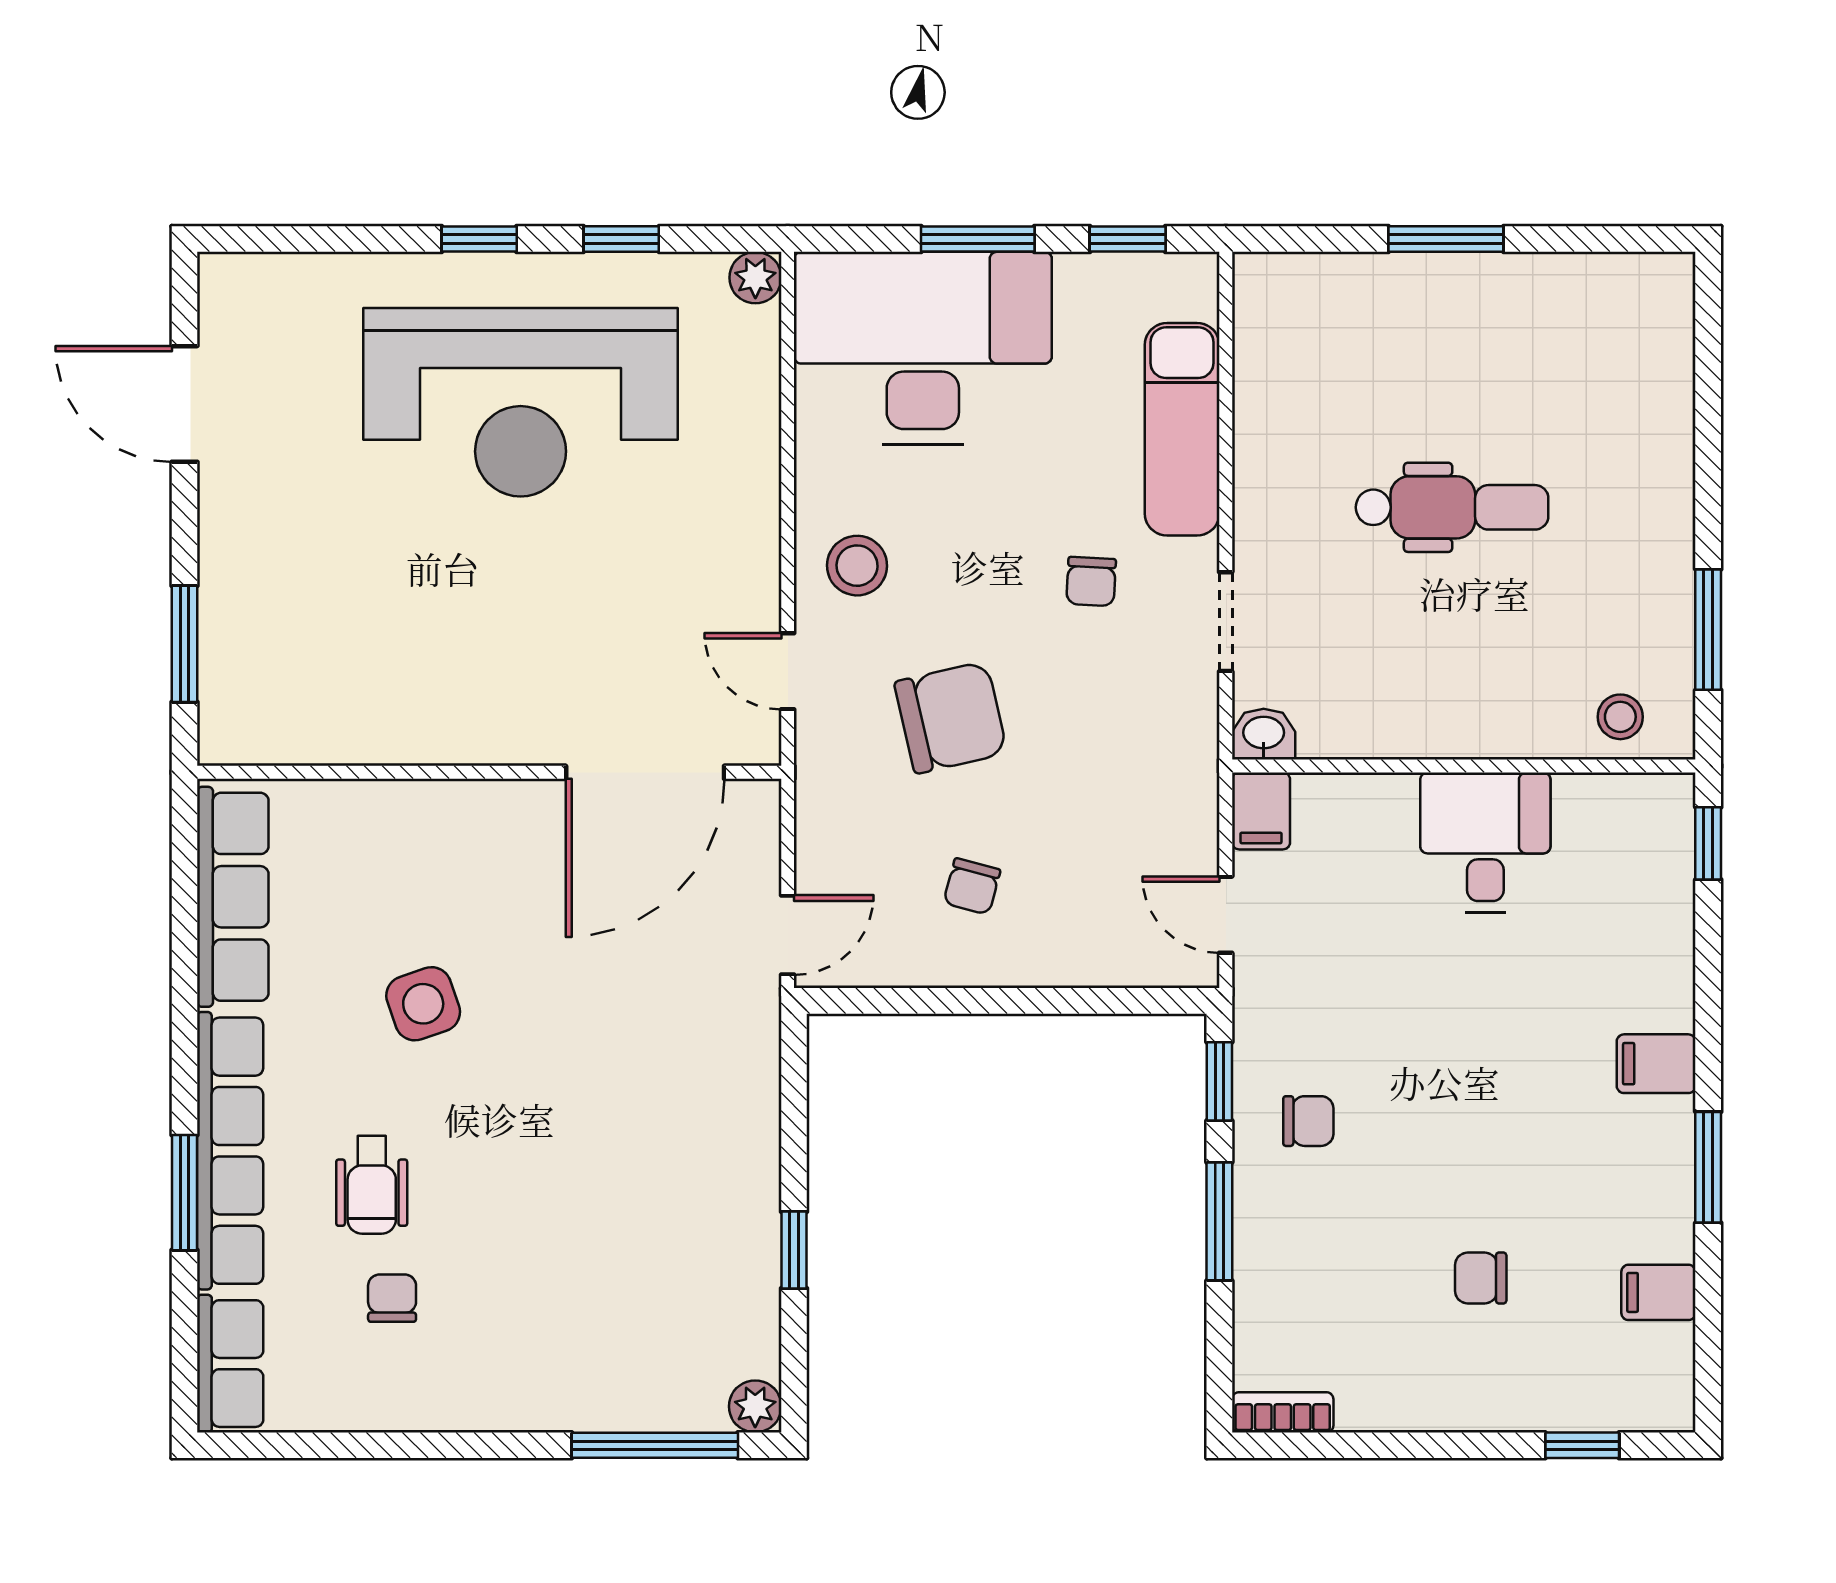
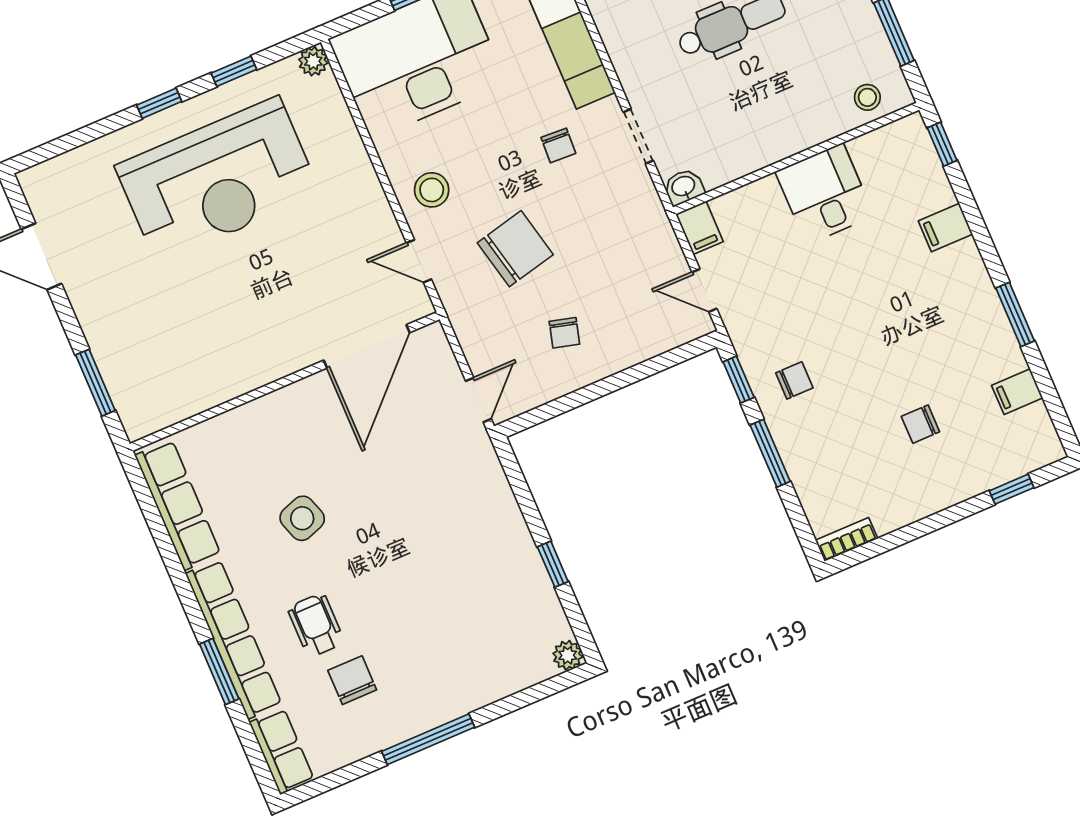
filing cabinet: (1656, 1064) -> (946, 228), moved
wheelchair: (372, 1185) -> (316, 625), turned 180
chair: (392, 1298) -> (352, 680), width x1.37, depth x1.37
window: (655, 1445) -> (428, 739), moved

